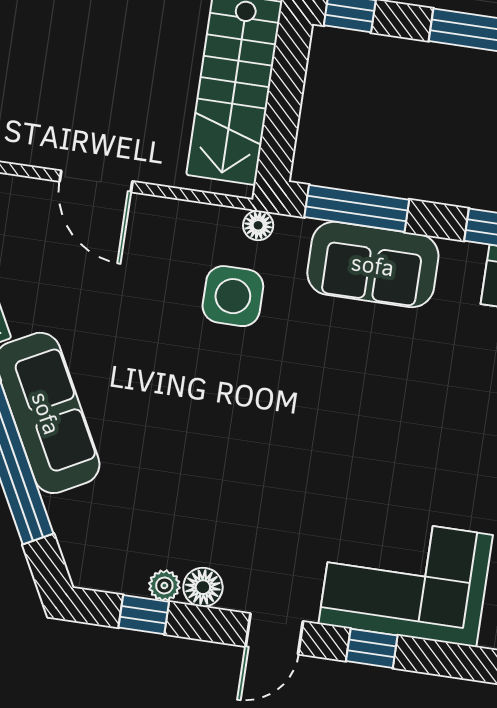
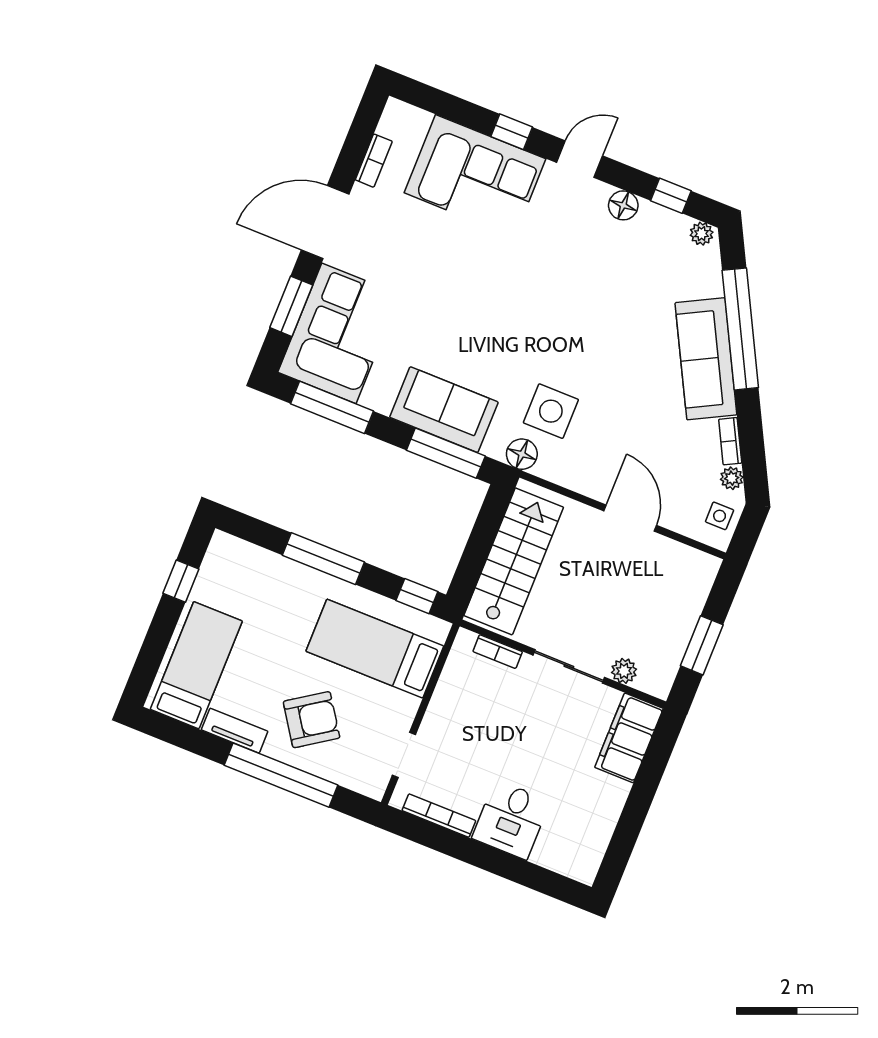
floor lamp: (258, 225) -> (522, 454), width x1.37, depth x1.37
plant: (164, 586) -> (702, 234), moved

